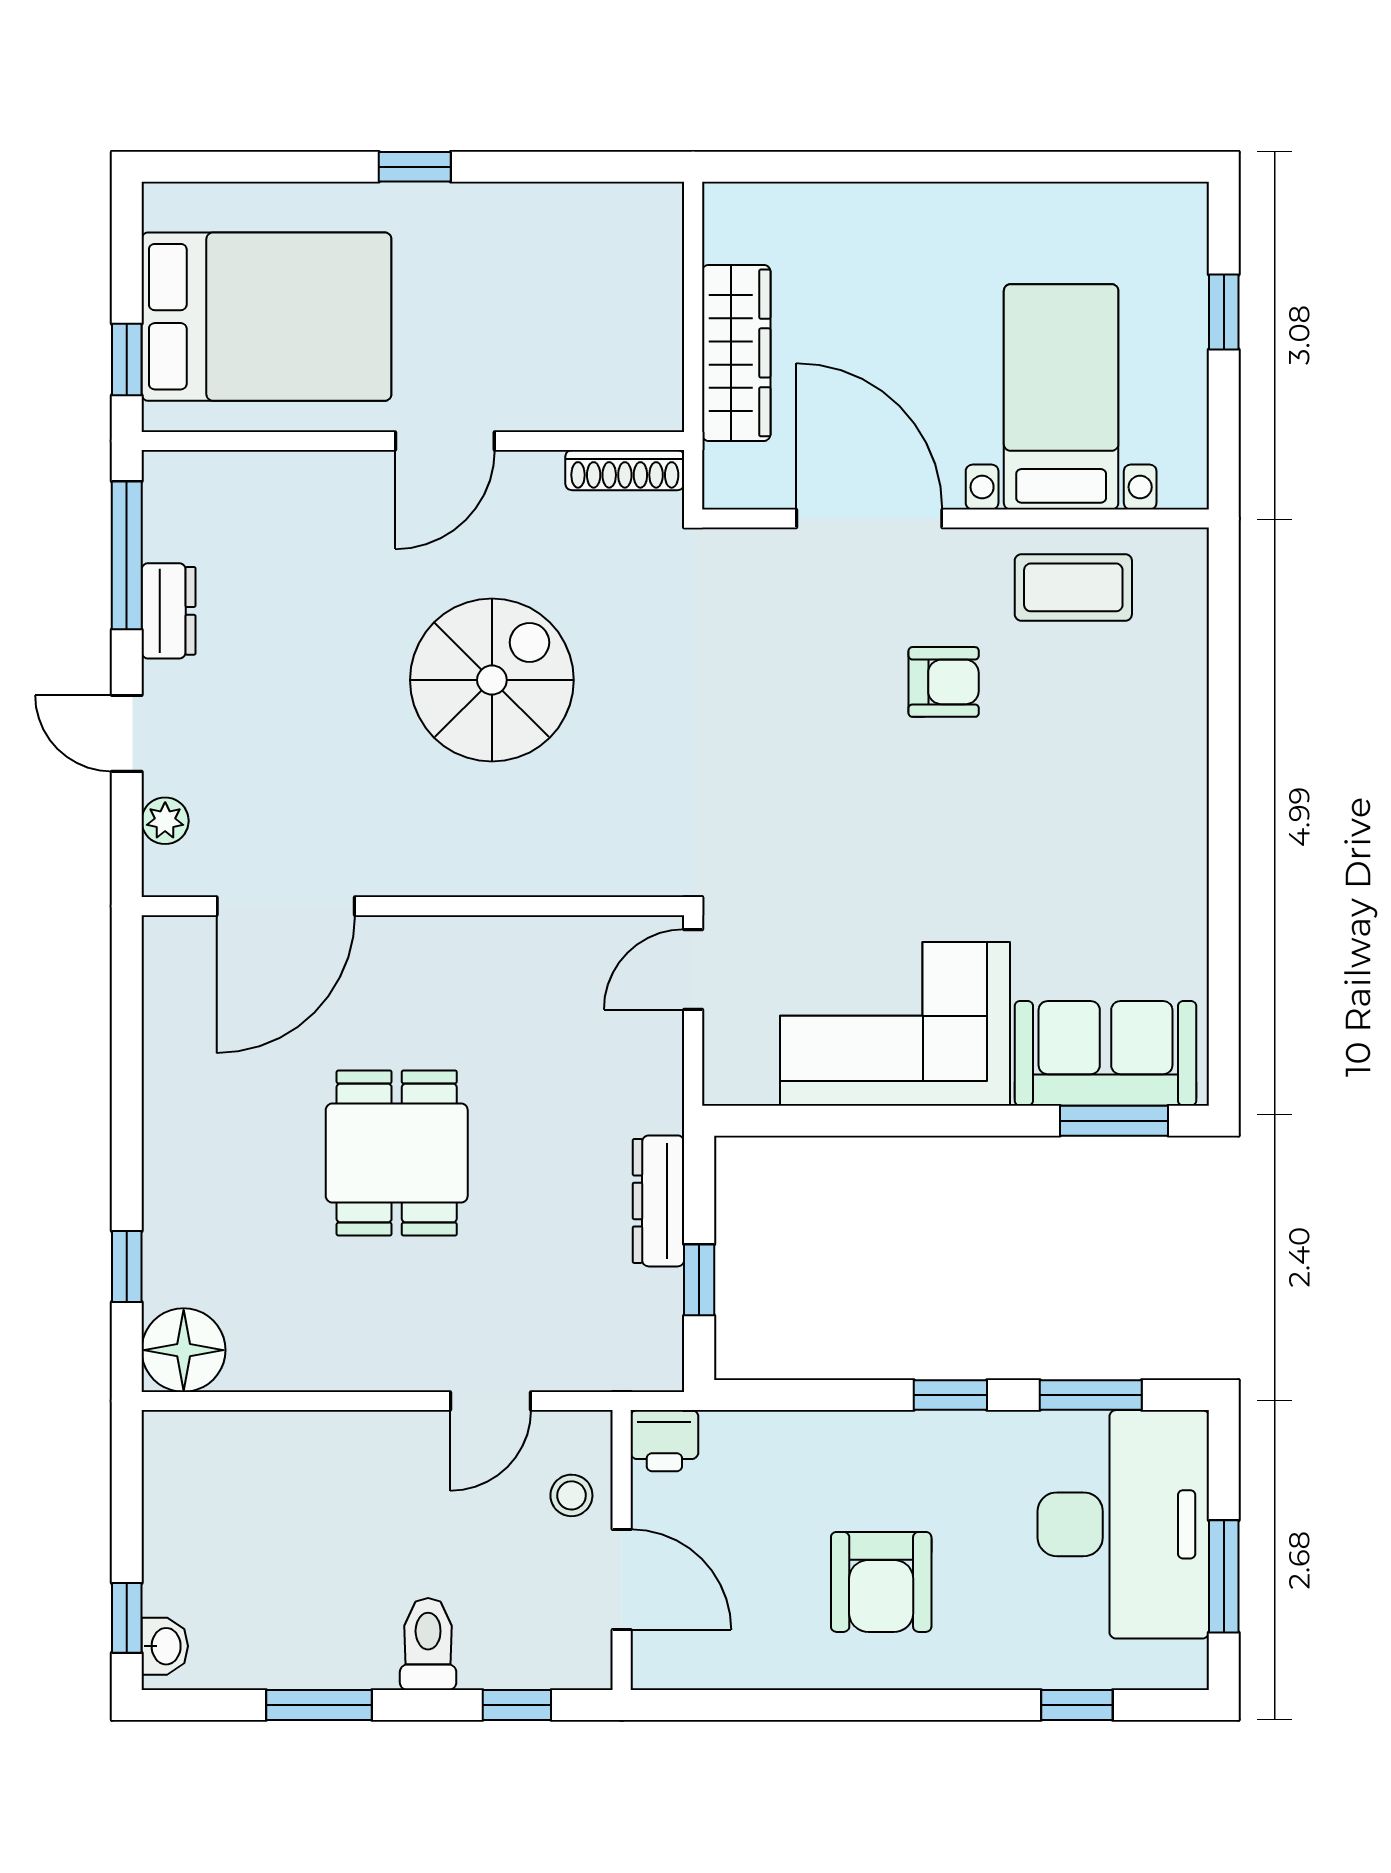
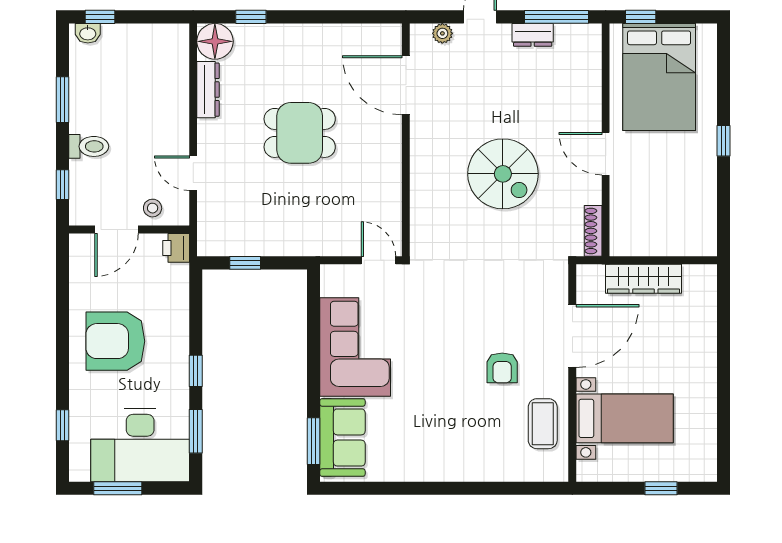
dresser: (659, 1201) -> (208, 90), moved, turned 90
armchair: (881, 1582) -> (115, 341), width x1.36, depth x1.36

